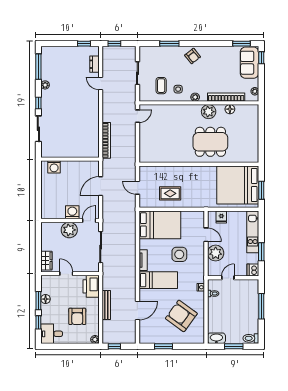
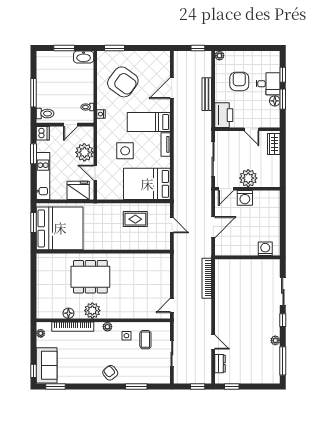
fridge: (221, 217) -> (78, 190), width x1.88, depth x1.34
desk: (52, 334) -> (268, 84), moved
toilet: (251, 338) -> (45, 114), moved
window: (164, 346) -> (115, 48), moved

